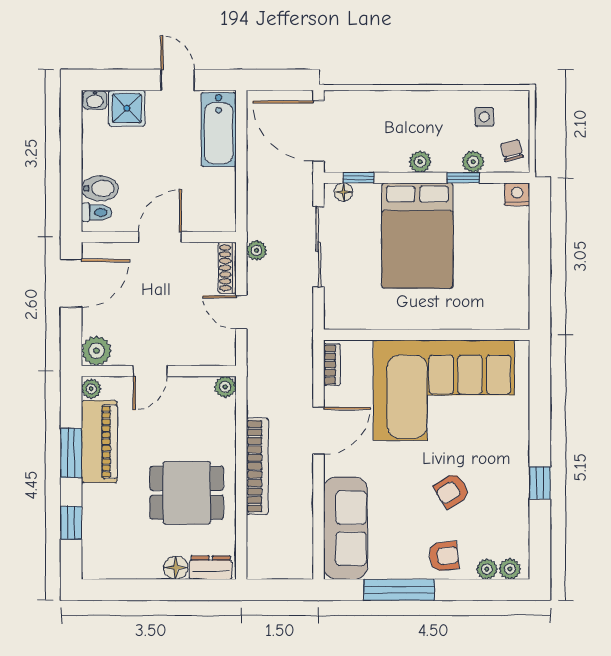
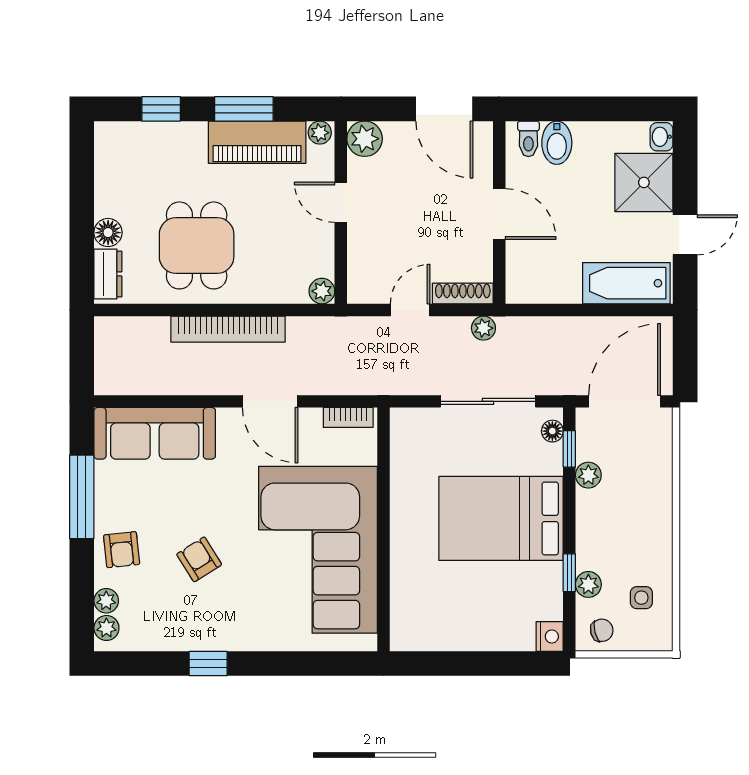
shower: (127, 108) -> (644, 182), width x1.36, depth x1.36
plant: (420, 162) -> (588, 475), moved

